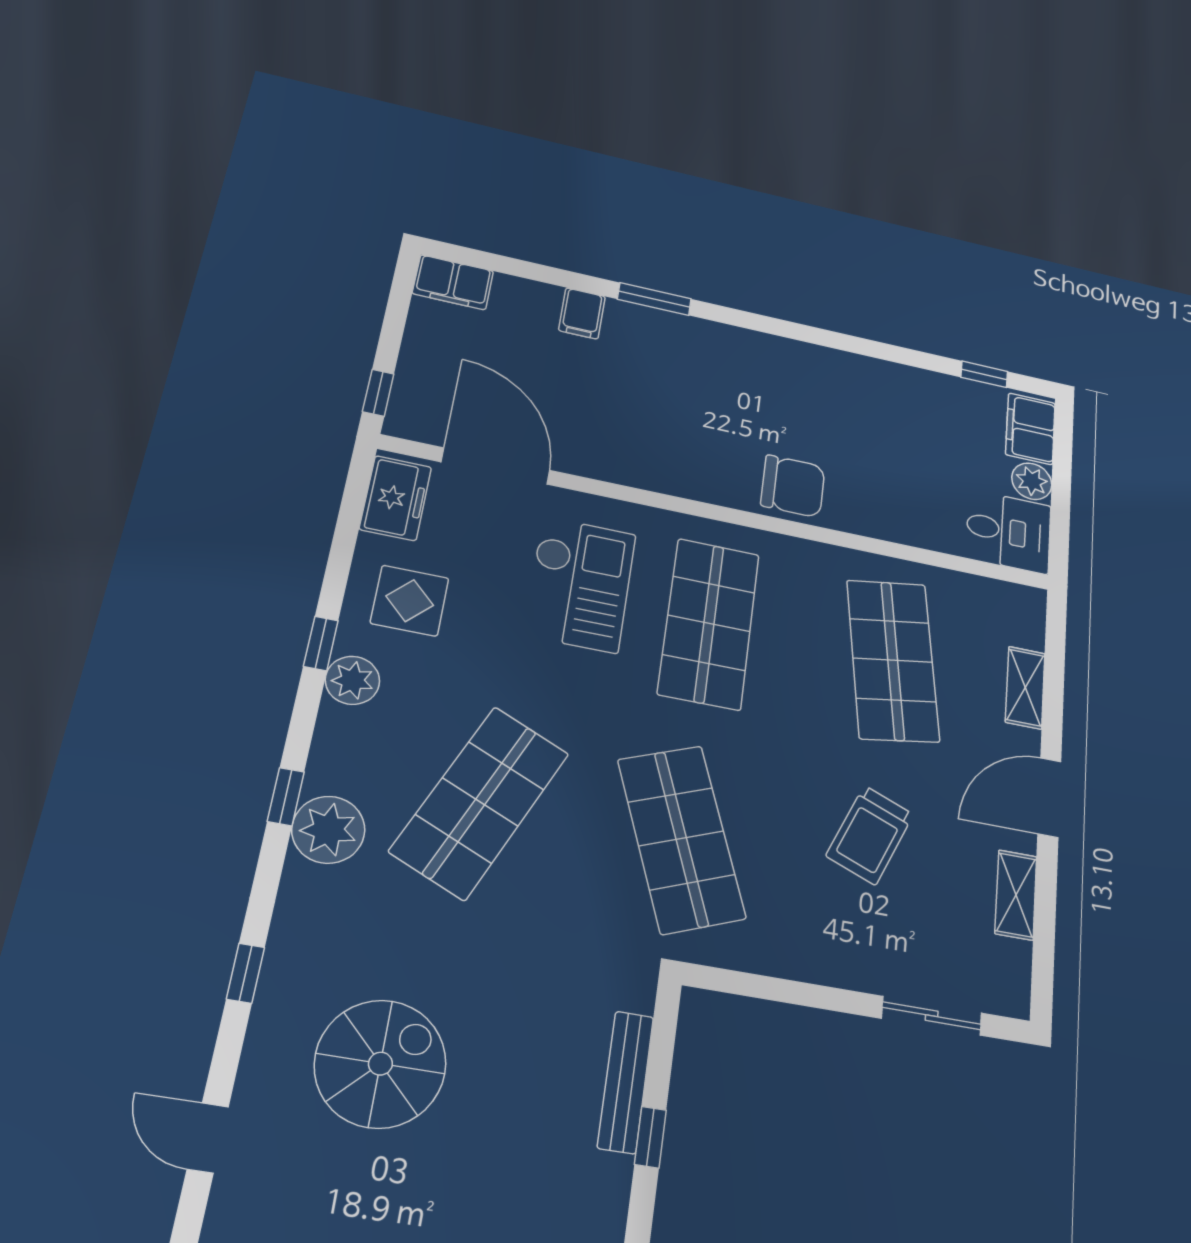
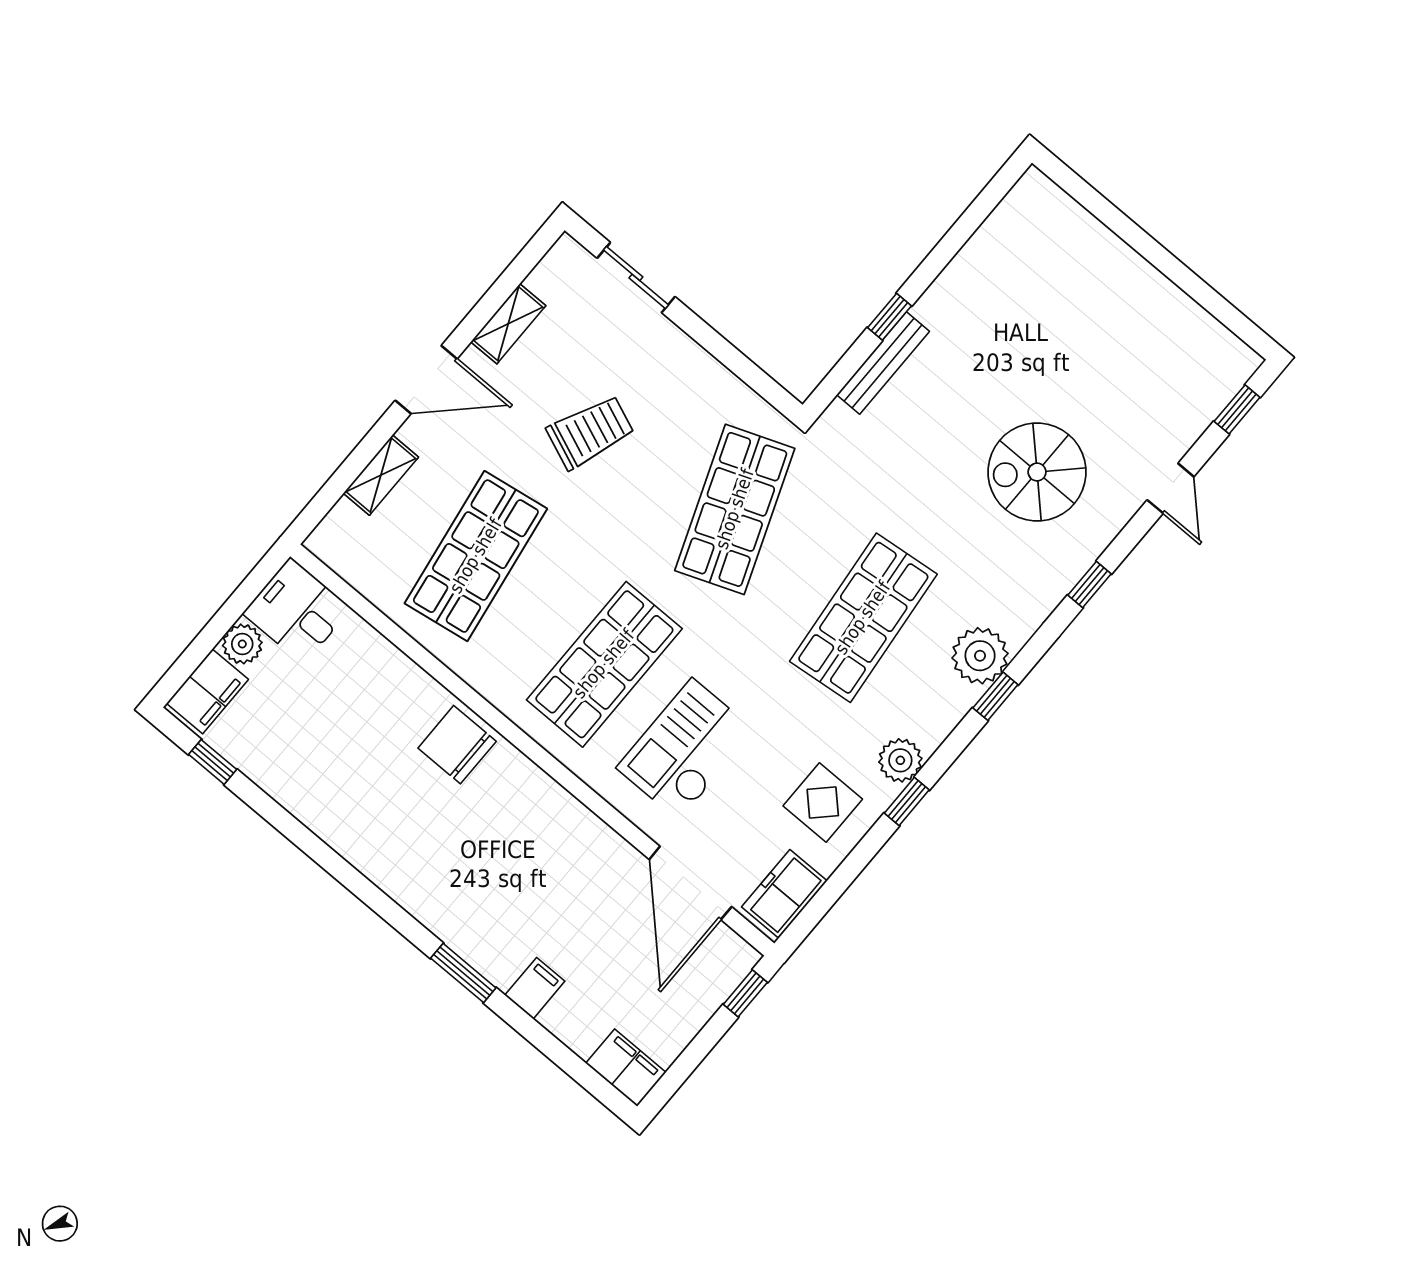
shop shelf: (480, 802) -> (863, 618), turned -30

